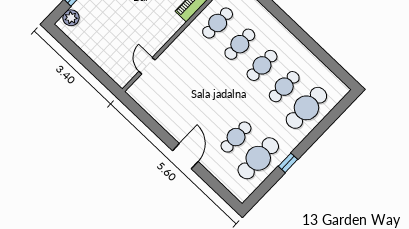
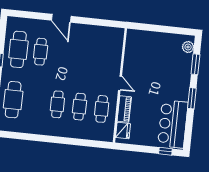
door: (147, 66) -> (120, 83), moved
cafe table: (284, 87) -> (35, 102), removed

